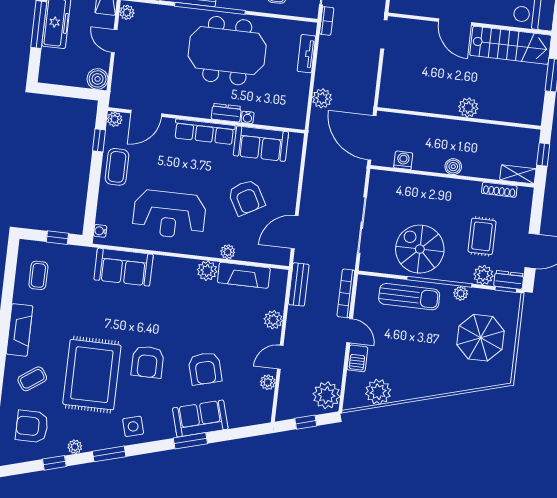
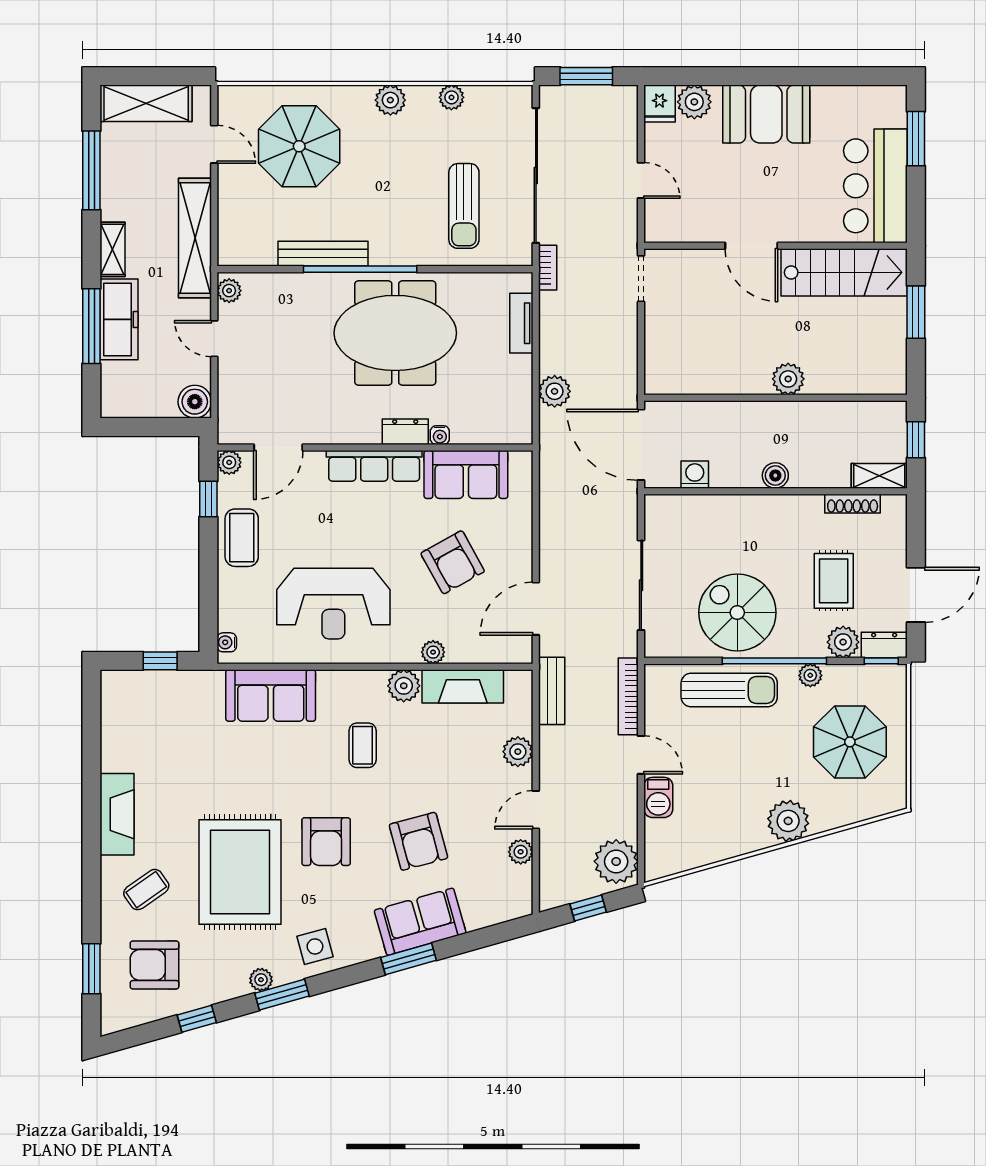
coffee table: (38, 275) -> (363, 745), moved
plant: (378, 392) -> (788, 821), moved
plant: (75, 447) -> (261, 980), moved

